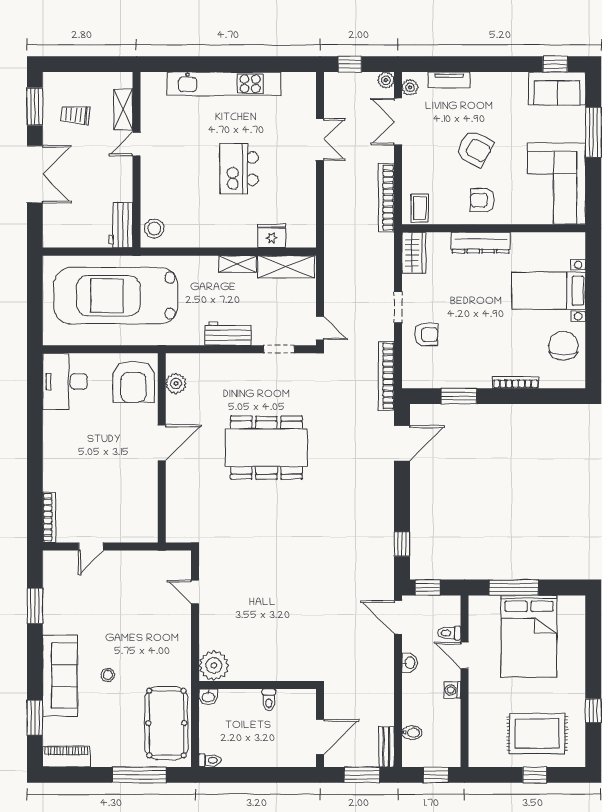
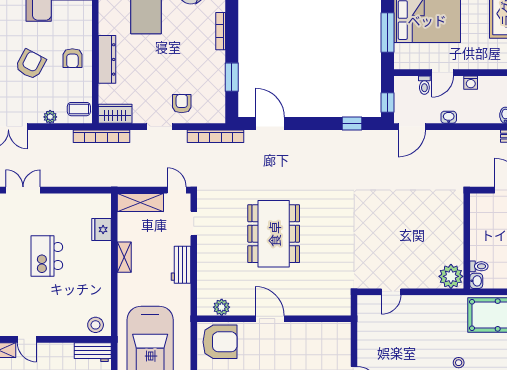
kitchen island: (239, 169) -> (47, 256), turned 90
plant: (410, 173) -> (50, 117), added
bookcase: (386, 198) -> (102, 136), moved
shelving: (286, 267) -> (140, 202), moved, turned 90
door: (320, 328) -> (177, 190), hinge flipped
toilet: (269, 700) -> (479, 266), moved

